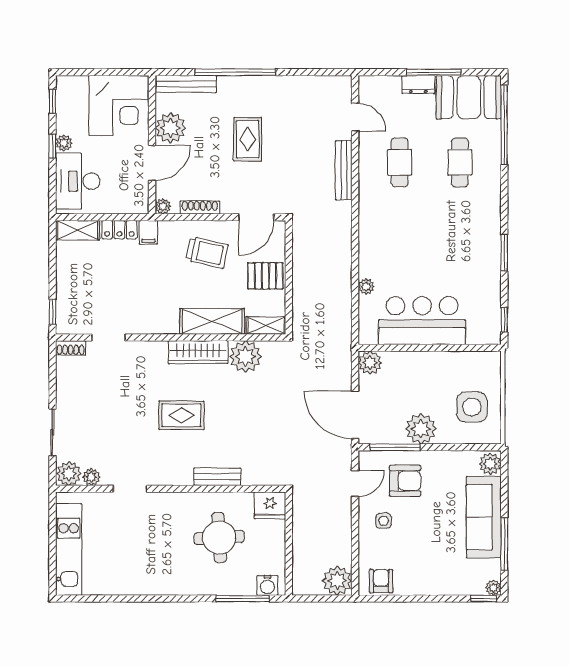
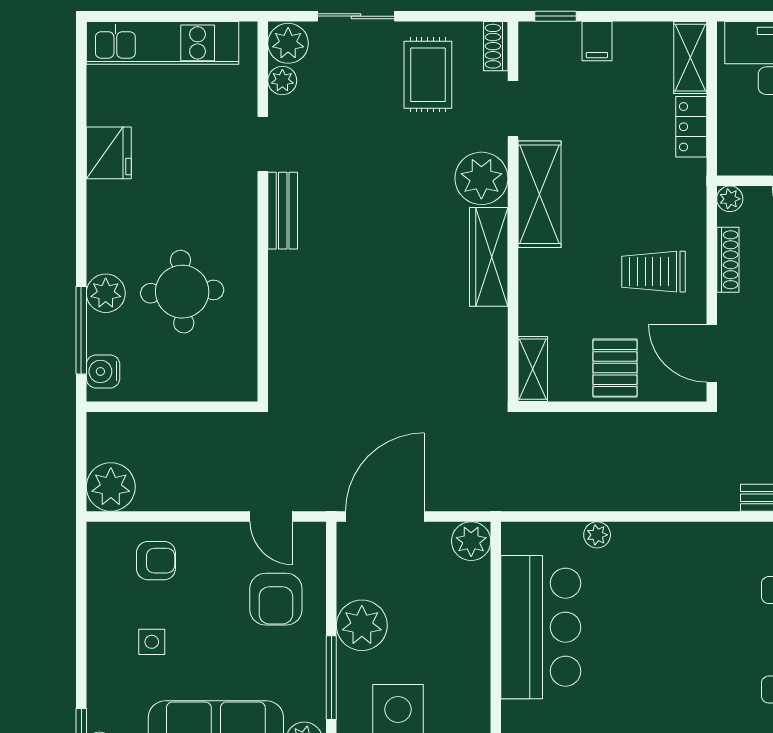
filing cabinet: (148, 232) -> (597, 41), moved, turned -90
trolley: (207, 252) -> (653, 272), turned 77
shelving: (212, 321) -> (539, 194), moved
plant: (246, 357) -> (481, 178), moved
rug: (181, 415) -> (428, 75), moved
window: (395, 447) -> (331, 678), moved
bench: (217, 477) -> (283, 211), moved
fridge: (270, 505) -> (109, 153), moved, turned 180
side table: (384, 521) -> (152, 642), moved
armchair: (381, 581) -> (156, 561), moved
plant: (220, 584) -> (106, 293), added

